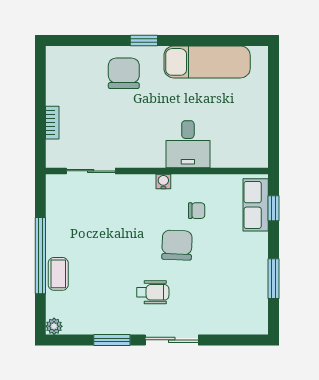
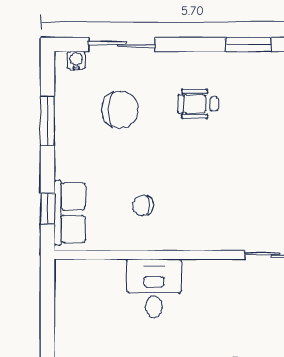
water cooler: (163, 182) -> (76, 60), moved, turned 180
chair: (177, 245) -> (120, 109), moved, turned -92
sliding door: (172, 340) -> (122, 45), moved

